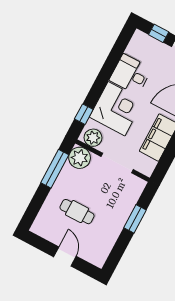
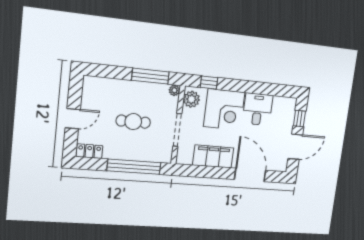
plant: (80, 158) -> (174, 90), width x0.53, depth x0.53
cafe table: (77, 212) -> (133, 122), moved, turned 90
window: (135, 219) -> (134, 167), width x2.11
locker: (102, 254) -> (89, 151), added

